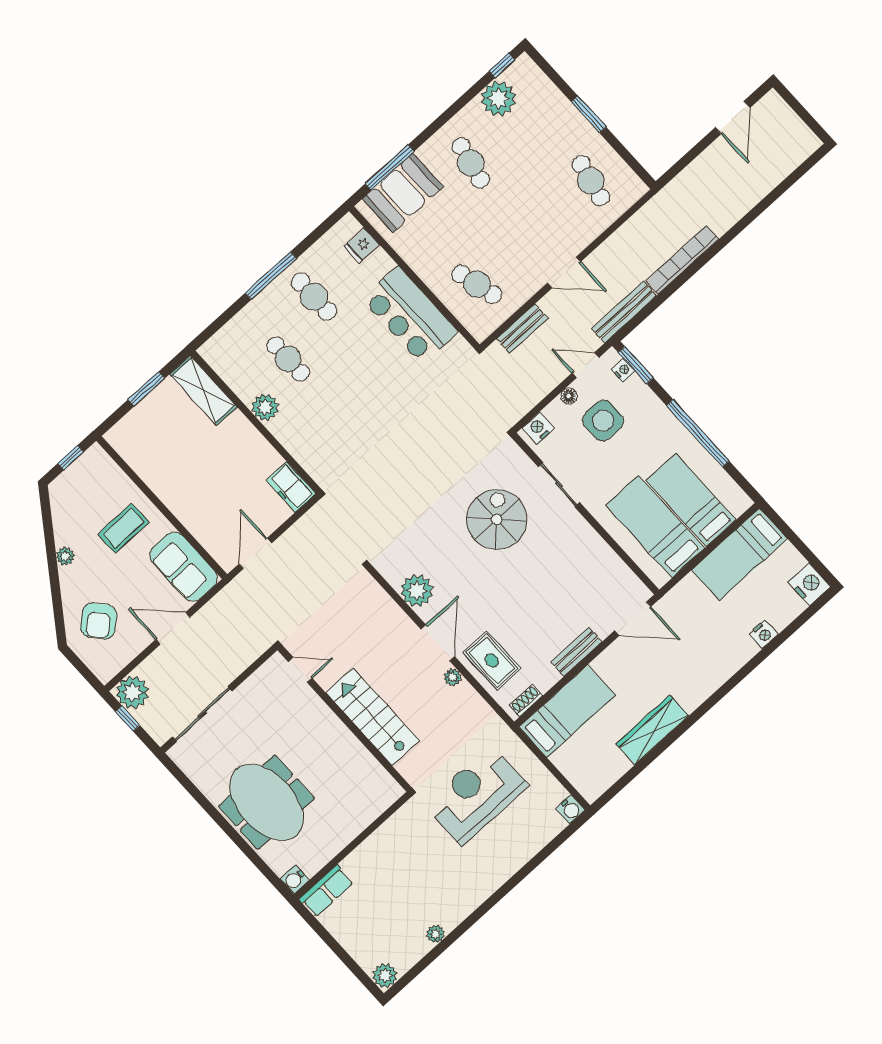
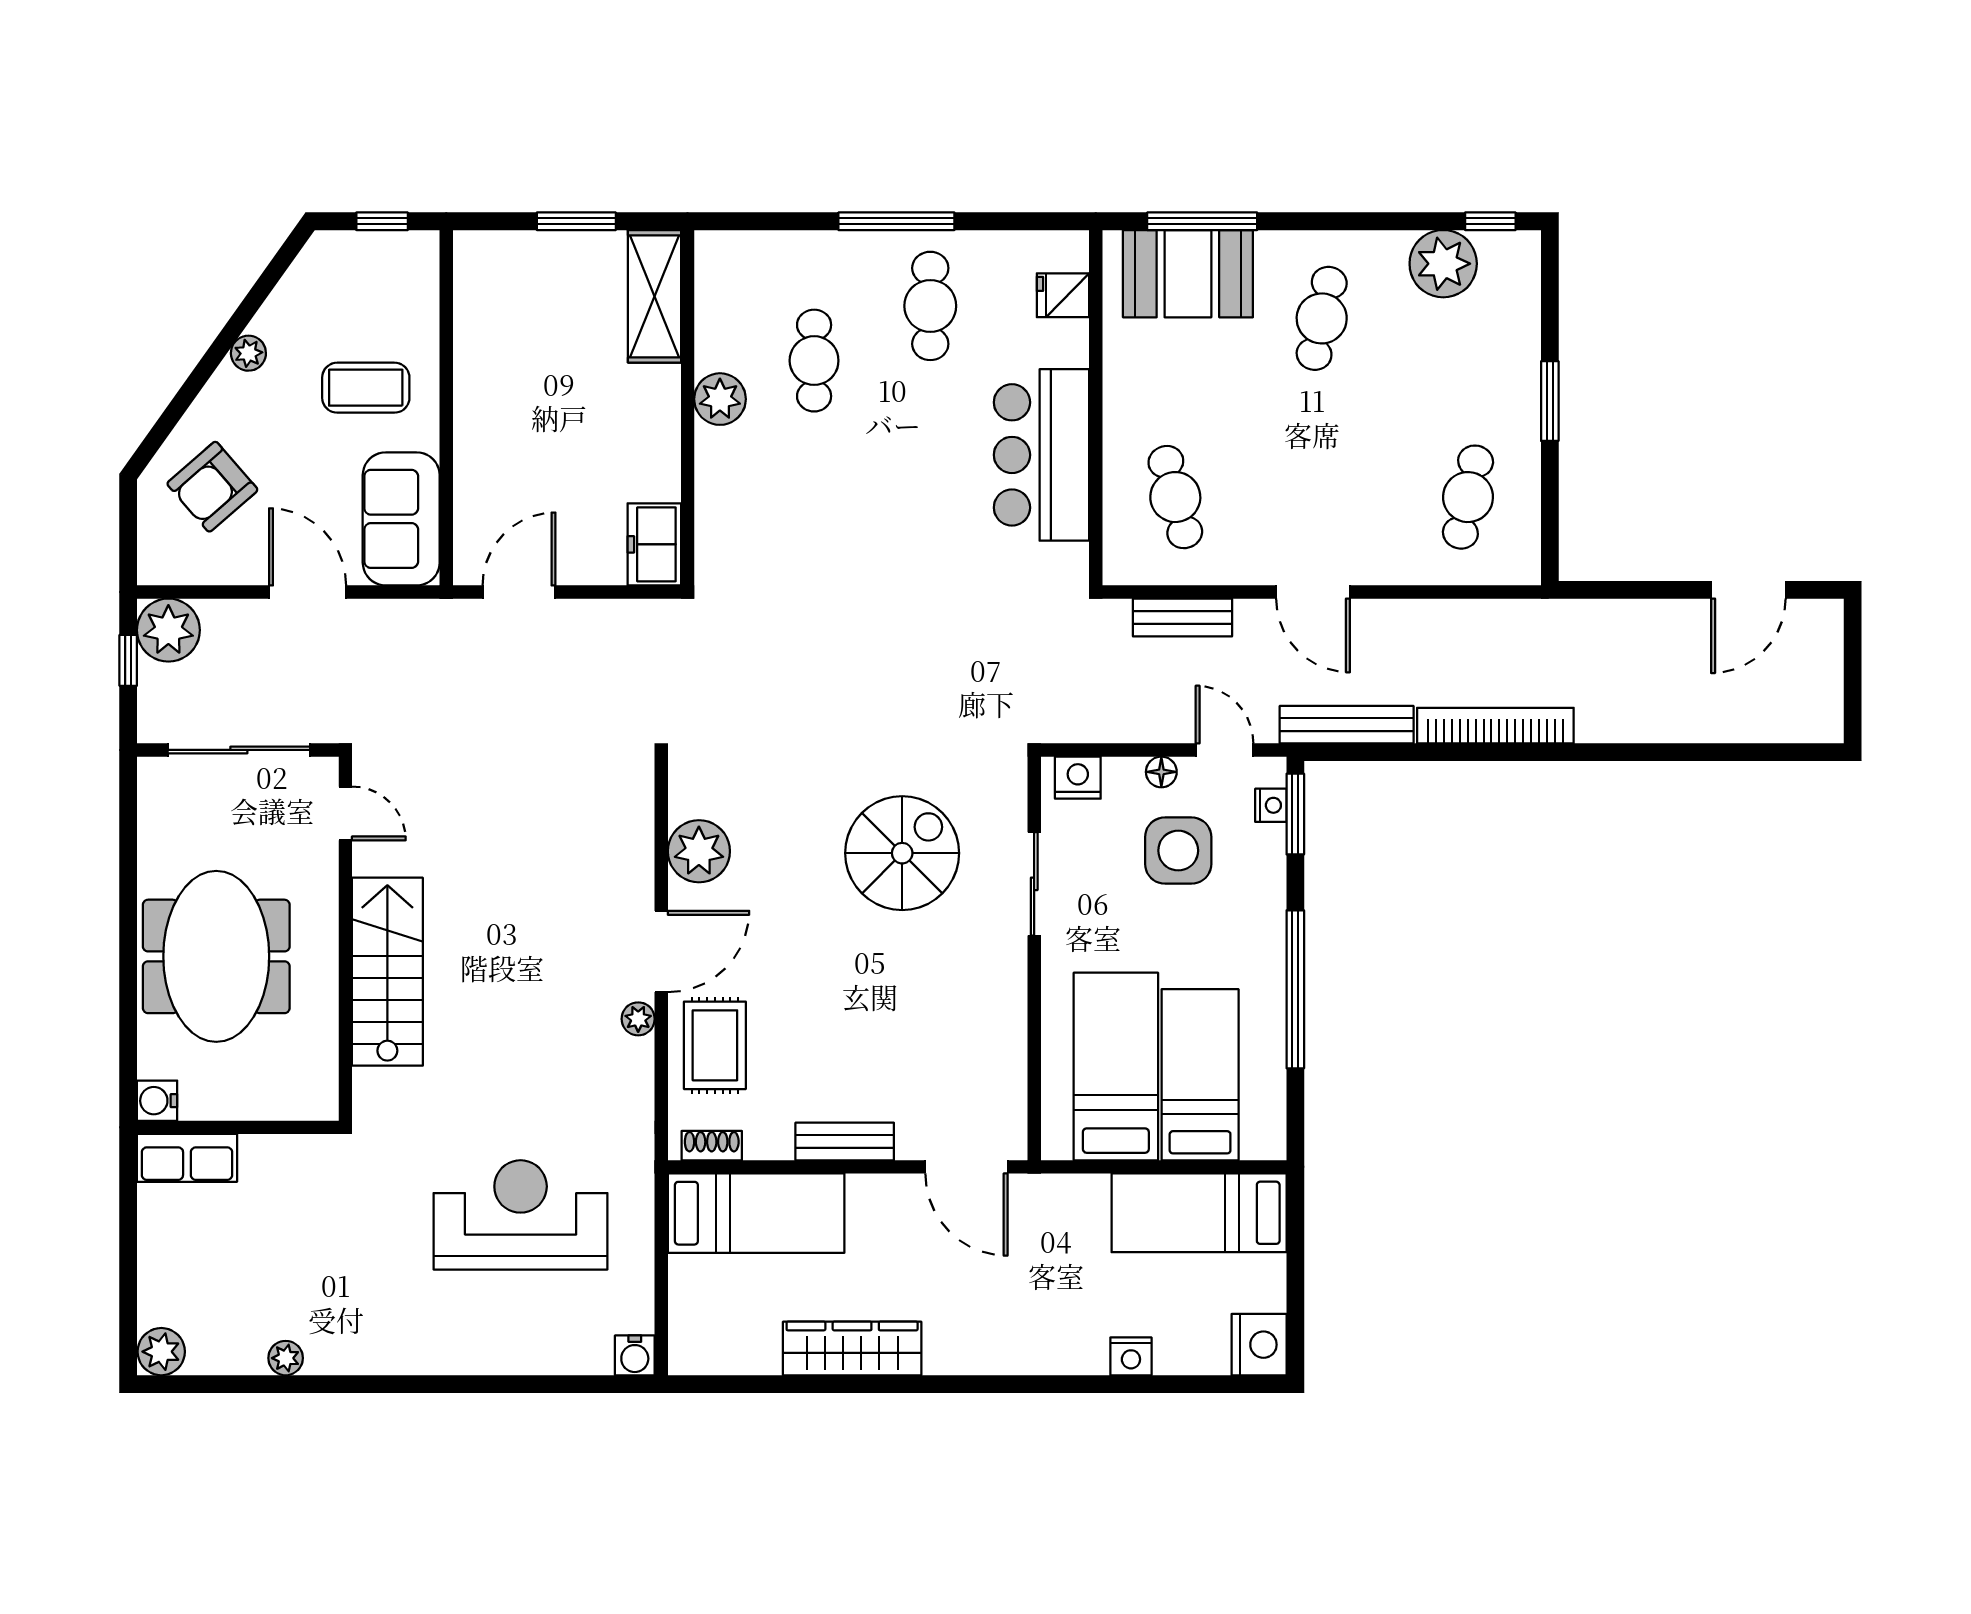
door: (300, 670) -> (345, 813), moved
stairs: (373, 717) -> (387, 972), moved
wall: (345, 719) -> (345, 939), moved

